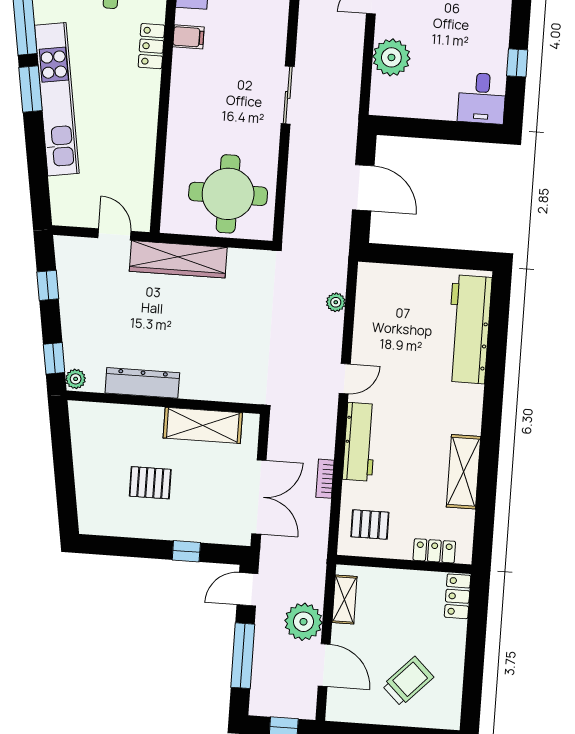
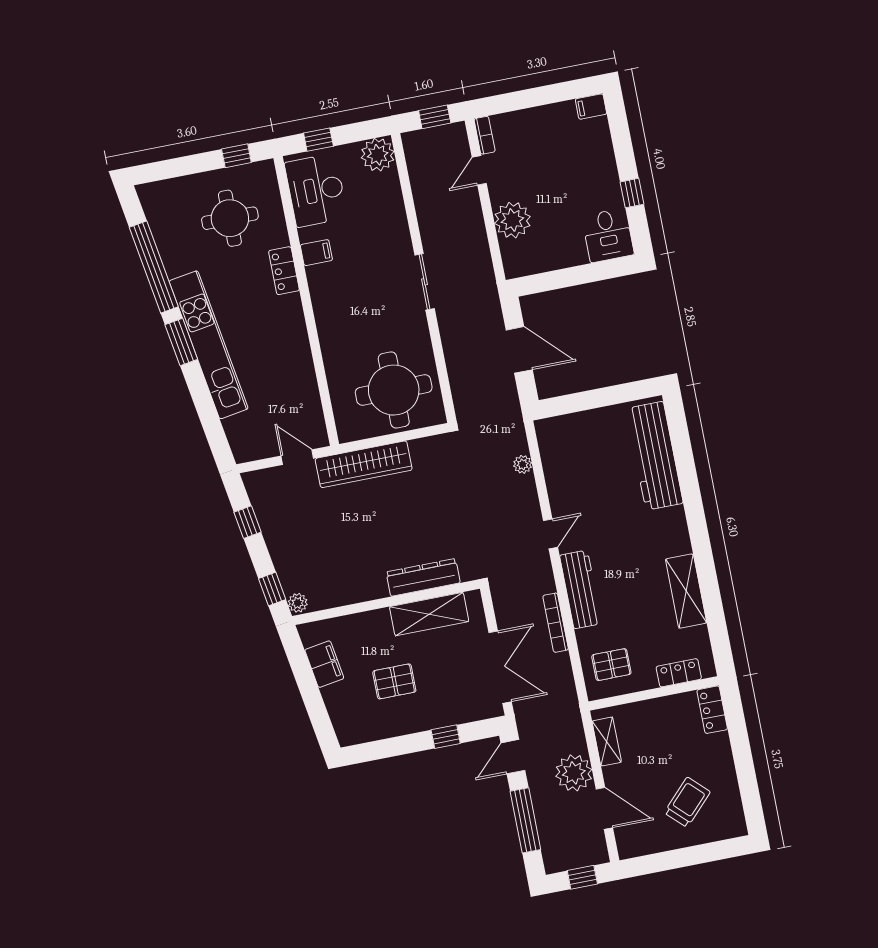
dresser: (142, 383) -> (423, 577), moved
filing cabinet: (86, 447) -> (324, 664), added
bookcase: (325, 479) -> (556, 623), width x1.56

